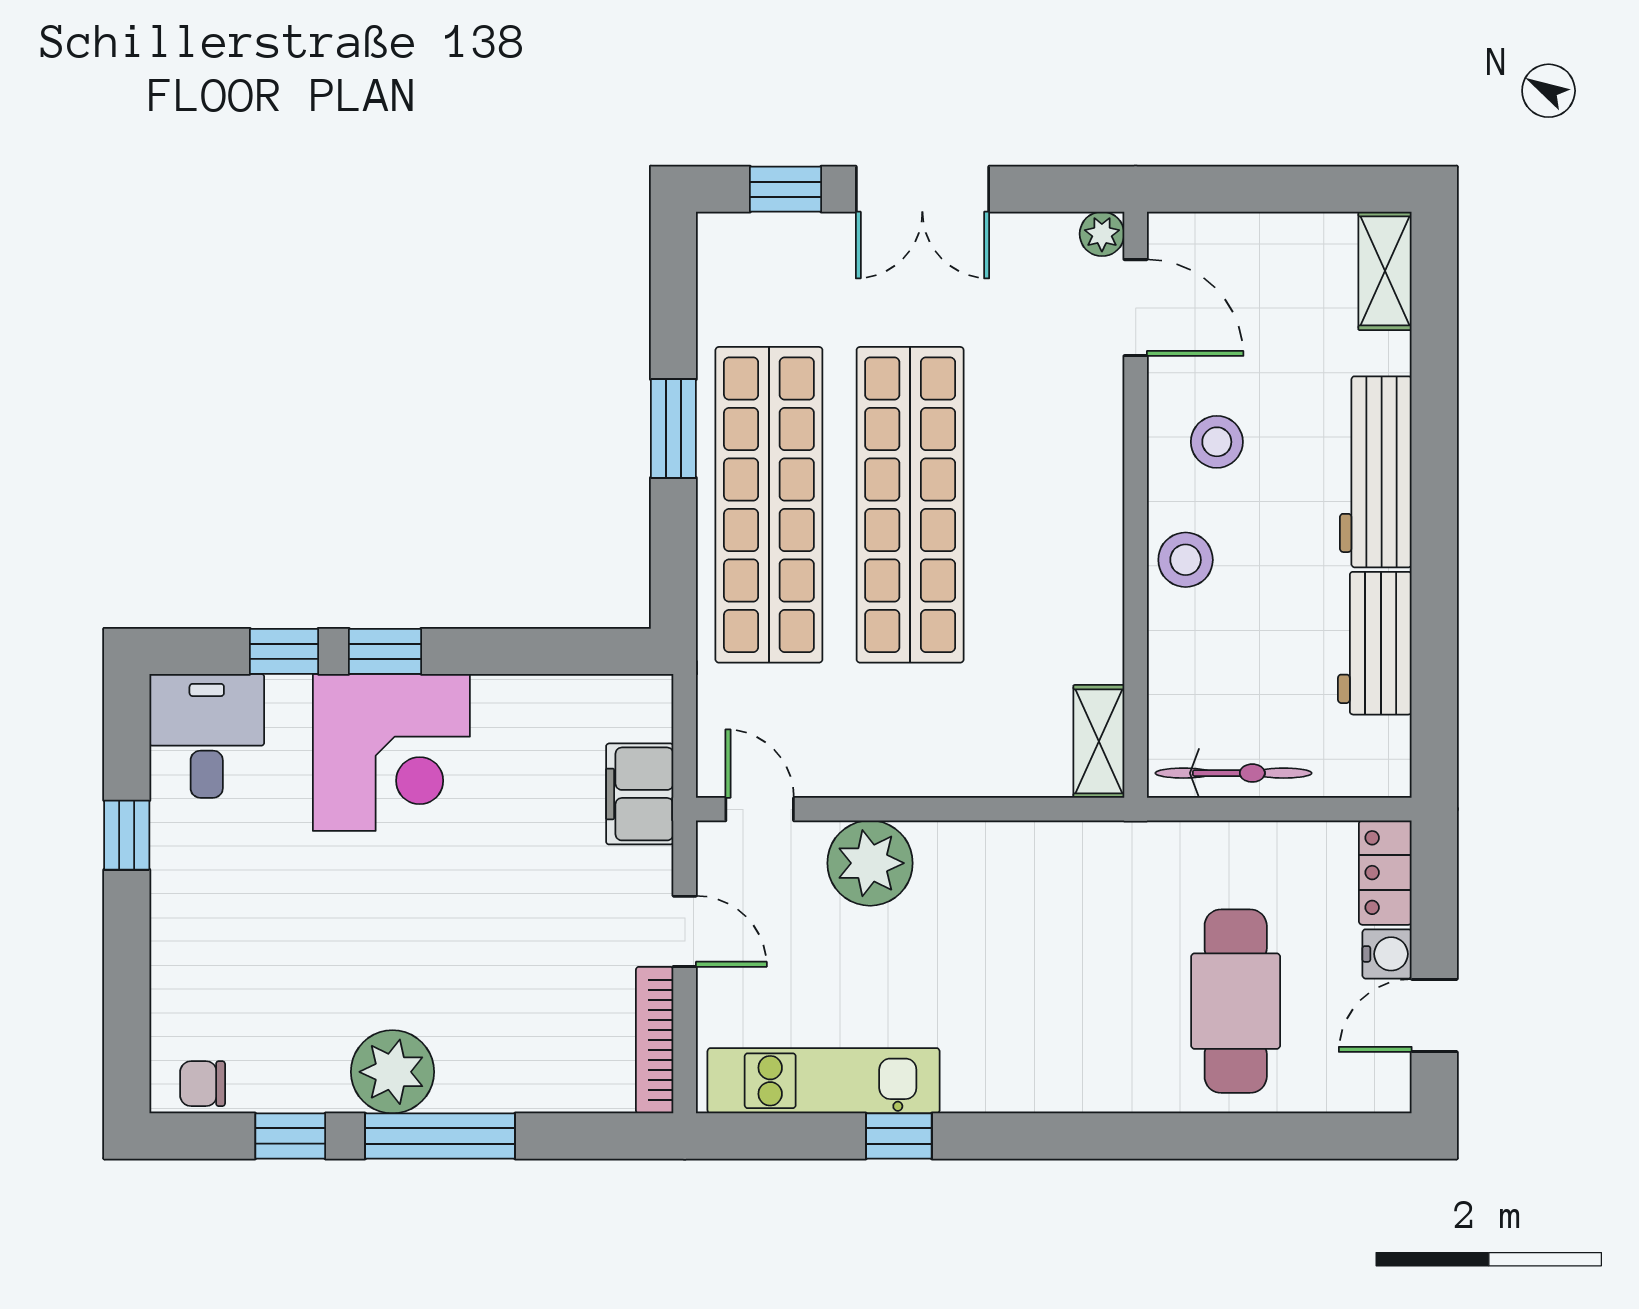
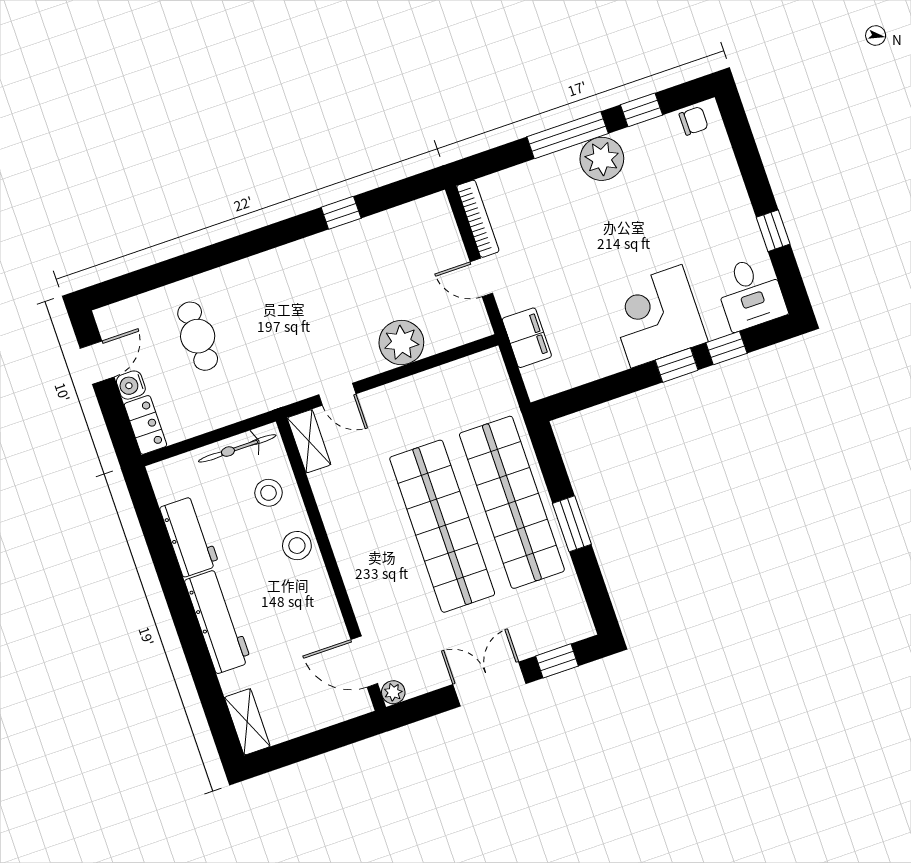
stool: (1217, 442) -> (268, 493), moved
door: (760, 809) -> (337, 394), moved
cafe table: (1236, 1001) -> (198, 336), width x0.73, depth x0.74
kitchen unit: (824, 1081) -> (388, 227), removed

